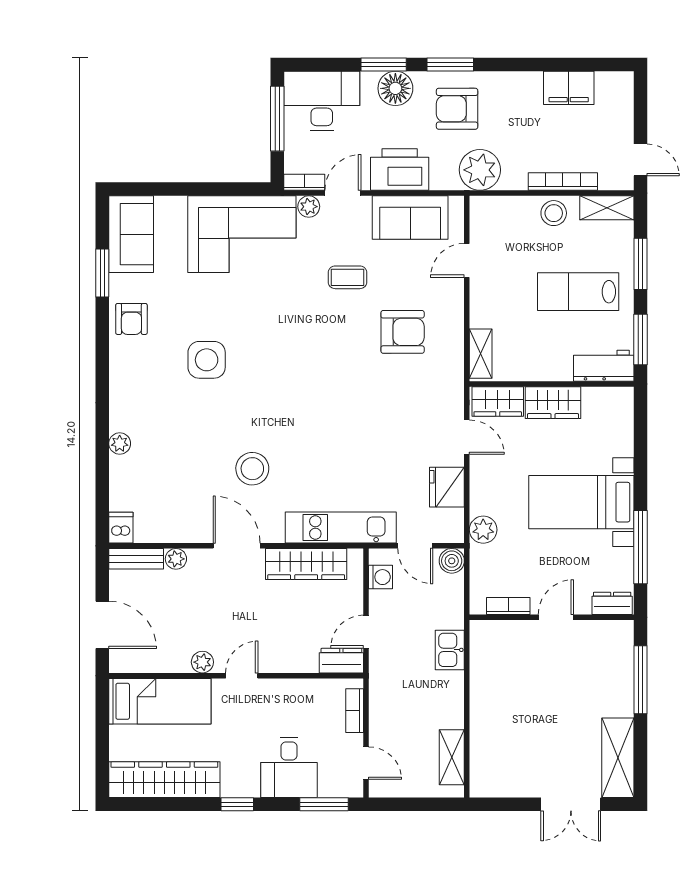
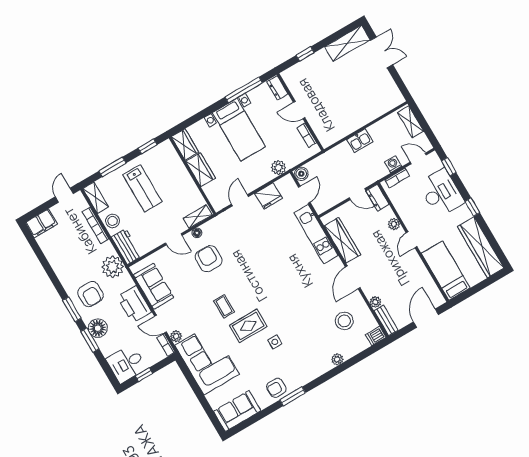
filing cabinet: (569, 88) -> (41, 223), moved, turned 90
desk: (322, 101) -> (126, 364), width x0.73
window: (277, 119) -> (144, 375), width x0.46
door: (467, 260) -> (174, 239), moved
window: (102, 273) -> (293, 396), moved
coffee table: (347, 277) -> (224, 306), moved
armchair: (131, 319) -> (276, 388), turned 180
rug: (257, 332) -> (248, 326), added
floor lamp: (455, 337) -> (197, 233), added
window: (641, 340) -> (148, 146), width x0.67
side table: (207, 360) -> (275, 342), width x0.54, depth x0.54
workbench: (604, 366) -> (126, 247), moved, turned 180
wardrobe: (498, 401) -> (185, 144), moved
stool: (252, 469) -> (344, 321), moved
washing machine: (381, 577) -> (393, 164), moved
kitchen sink: (450, 650) -> (360, 141), moved
plant: (202, 662) -> (394, 224), moved
door: (242, 676) -> (412, 240), hinge flipped
window: (641, 680) -> (305, 54), width x0.46
shelving: (452, 757) -> (411, 122), moved, turned 90
door: (366, 763) -> (418, 158), hinge flipped
desk: (289, 767) -> (441, 193), width x1.37
window: (324, 804) -> (449, 167), width x0.67

